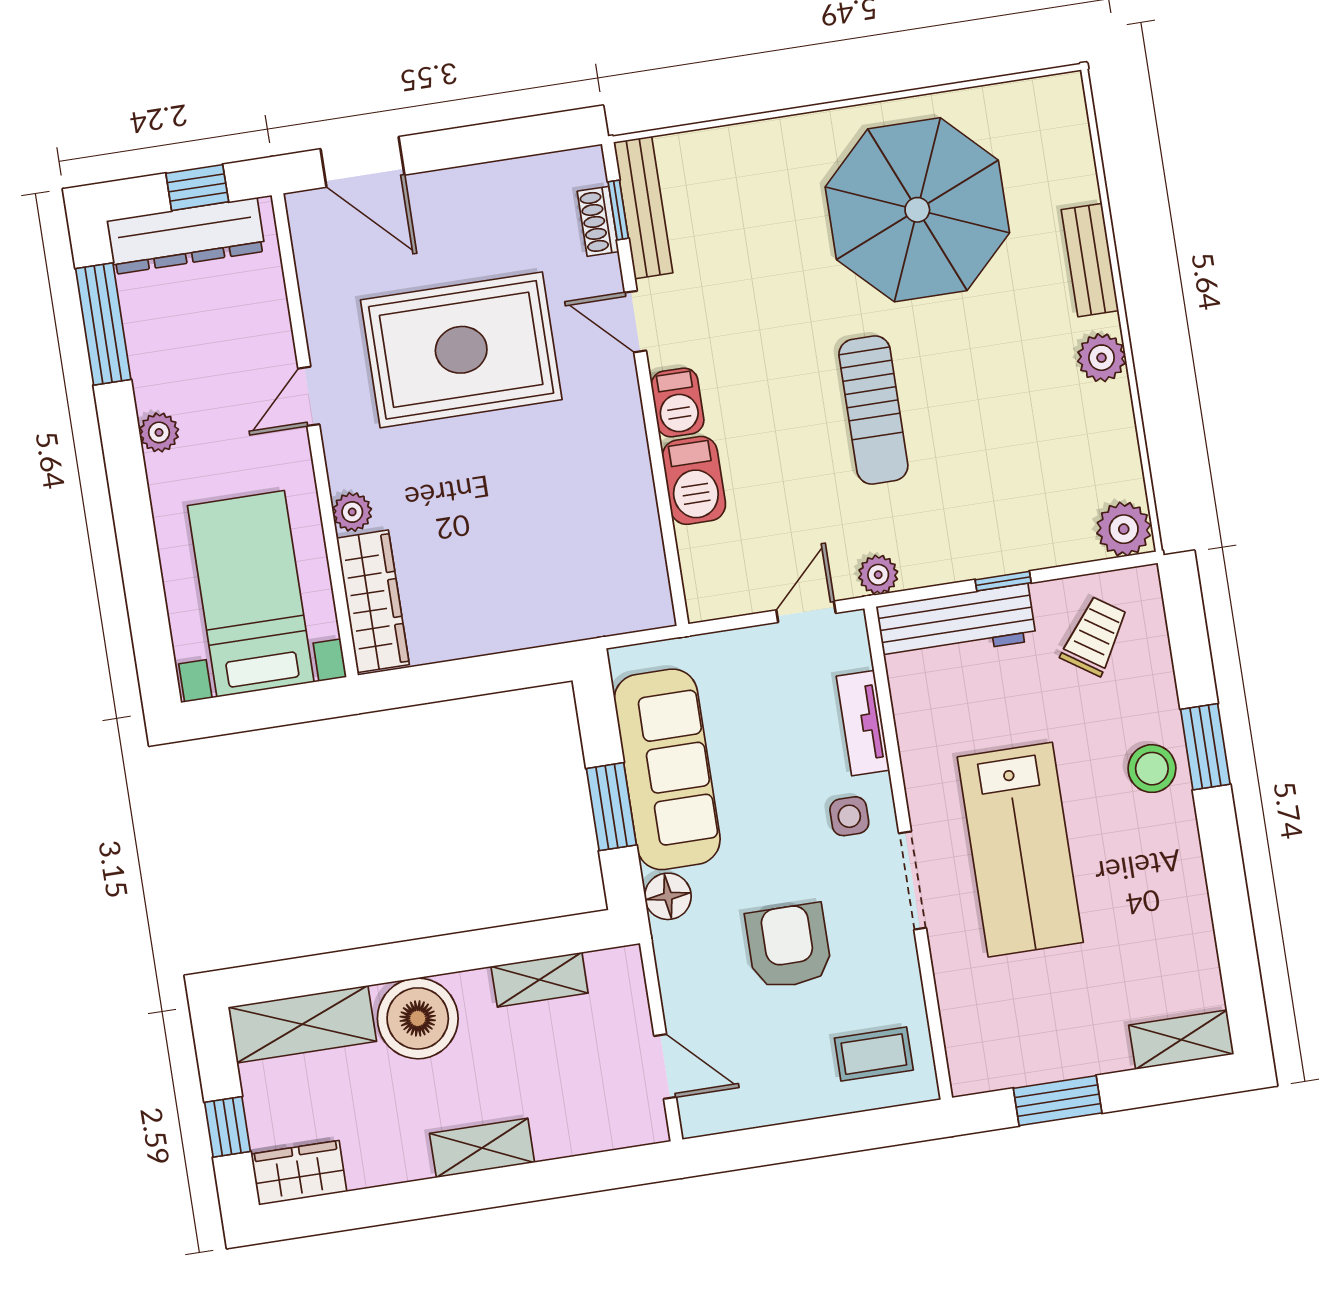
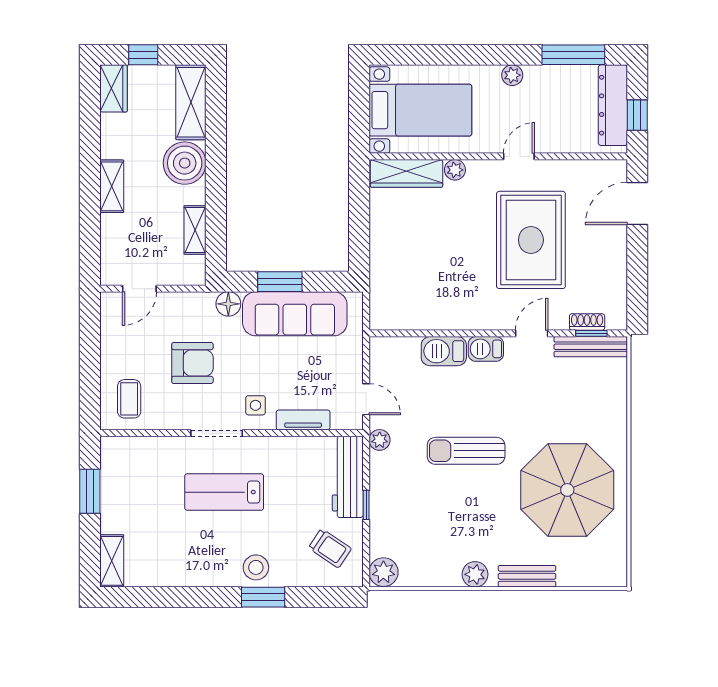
door: (309, 396) -> (519, 156), hinge flipped
lab bench: (1020, 850) -> (224, 492), width x0.73, depth x0.72

